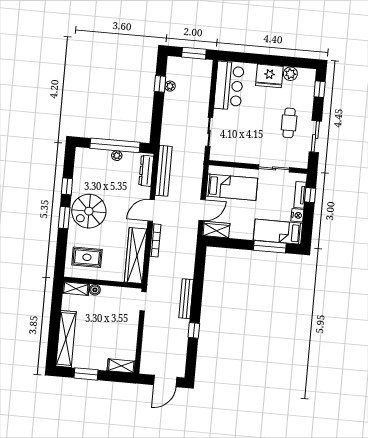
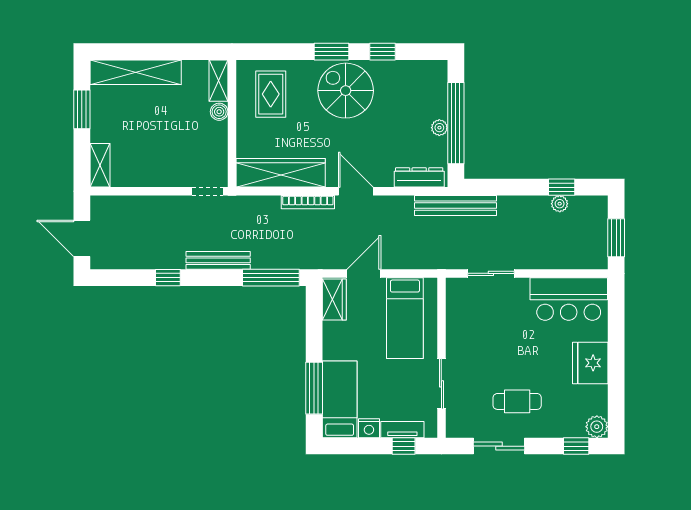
plant: (290, 74) -> (597, 427), moved
bench: (164, 171) -> (455, 206), moved
door: (202, 210) -> (364, 273), swing flipped
window: (199, 267) -> (271, 278), added

